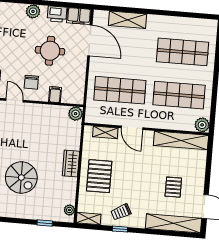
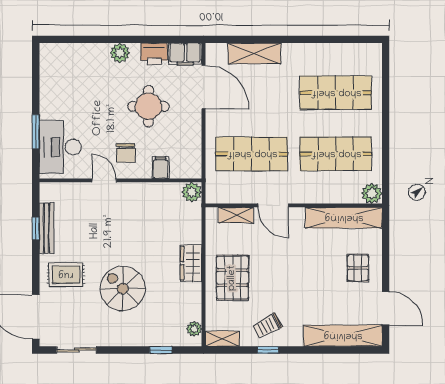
spiral stairs: (21, 178) -> (123, 289), turned 180
pallet: (173, 187) -> (358, 268), moved

